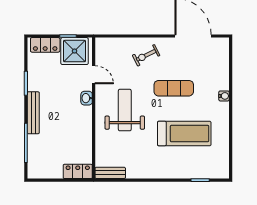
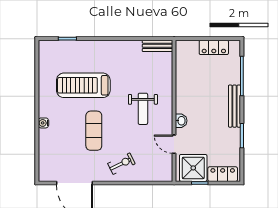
exercise mat: (174, 88) -> (94, 131), turned 90
weight bench: (125, 110) -> (143, 109), width x0.73, depth x0.75
locker: (78, 171) -> (214, 47), moved

